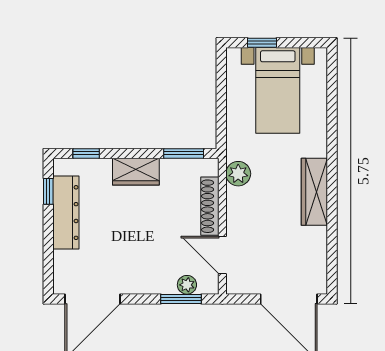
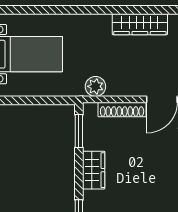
wardrobe: (314, 192) -> (140, 24), moved

